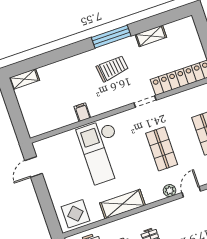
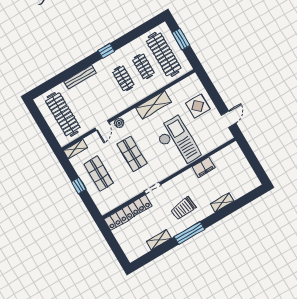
shelving: (24, 79) -> (222, 202), moved
filing cabinet: (82, 112) -> (204, 167), width x2.00
display table: (75, 214) -> (198, 106), moved

